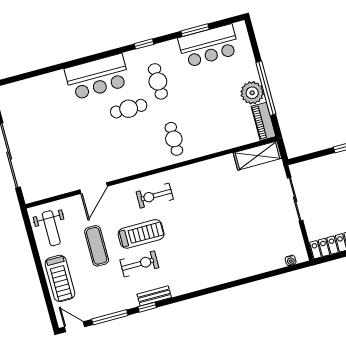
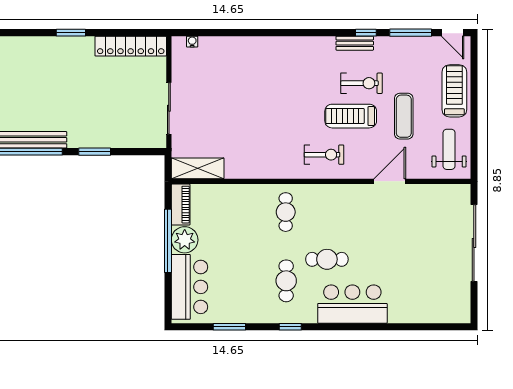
bar counter: (209, 46) -> (189, 287), moved, turned 90
exercise bike: (139, 264) -> (362, 83), turned 180

